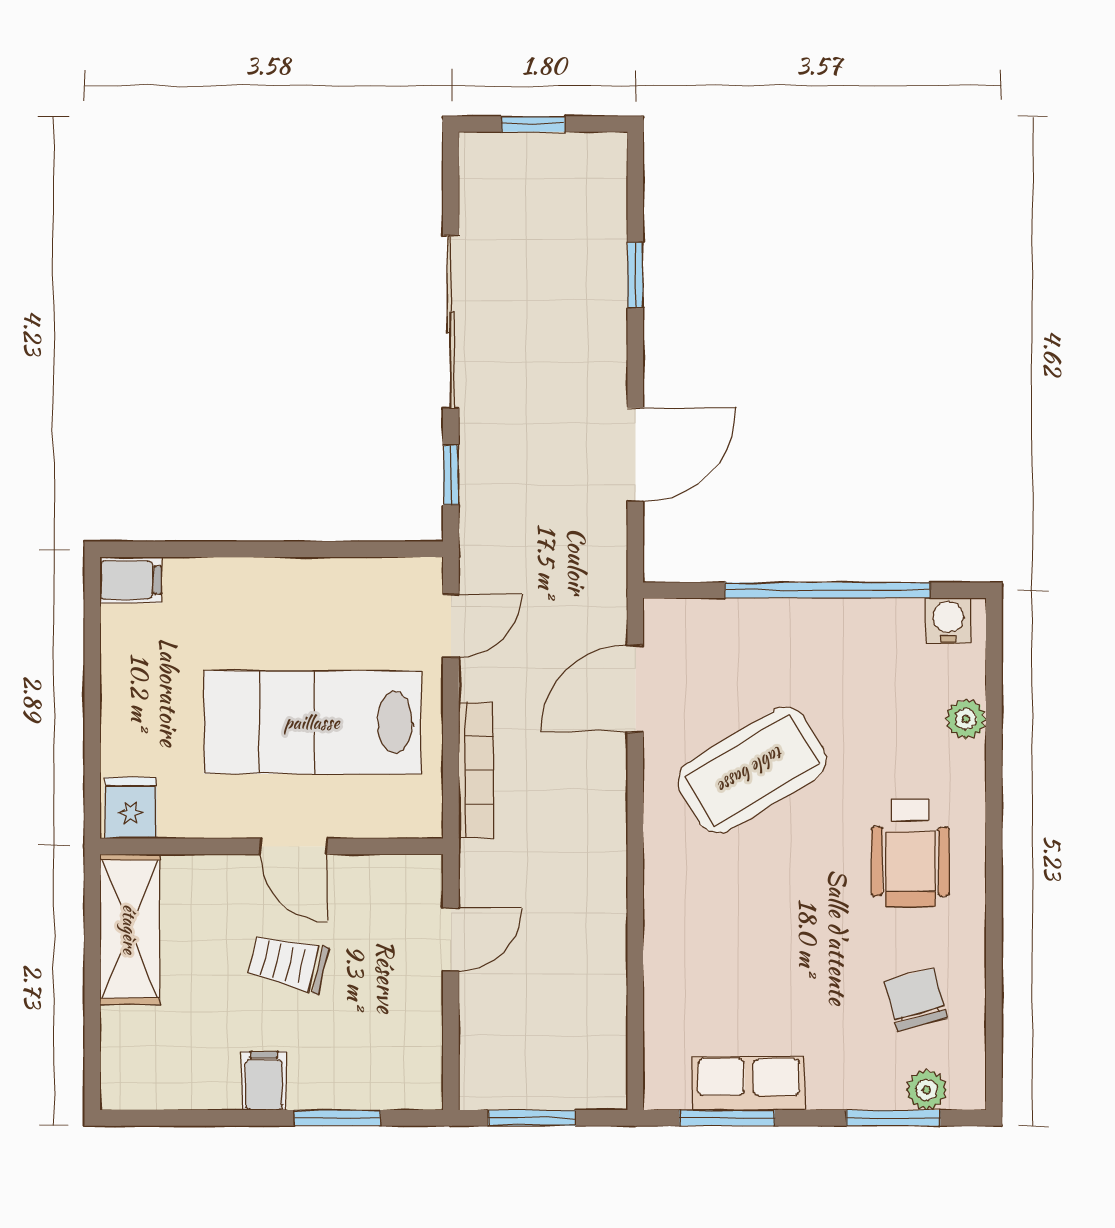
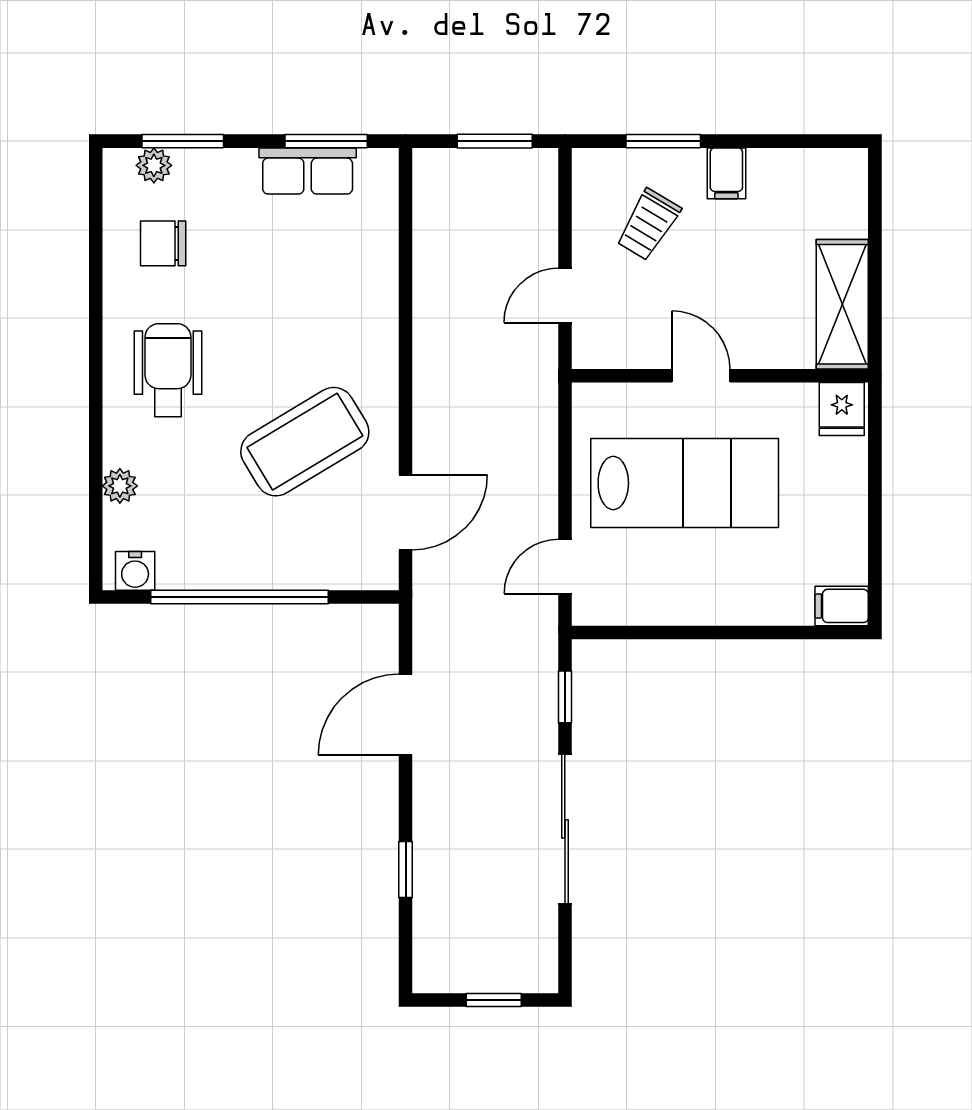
bookcase: (476, 770) -> (543, 442), removed
trolley: (288, 963) -> (648, 225), moved, turned 108
chair: (916, 1000) -> (163, 243), turned 105

